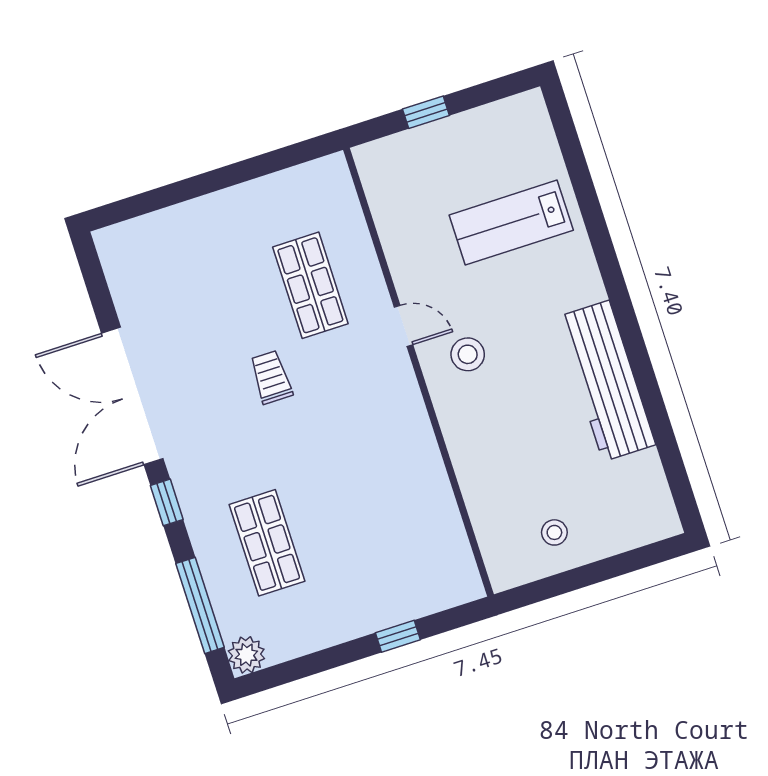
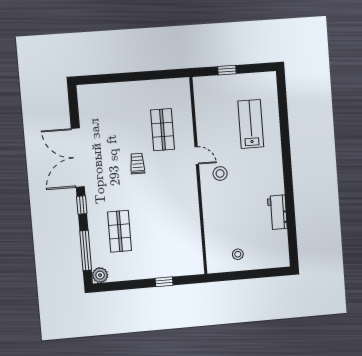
lab bench: (511, 223) -> (251, 124), turned 90
workbench: (606, 381) -> (277, 212), width x0.53, depth x0.76

